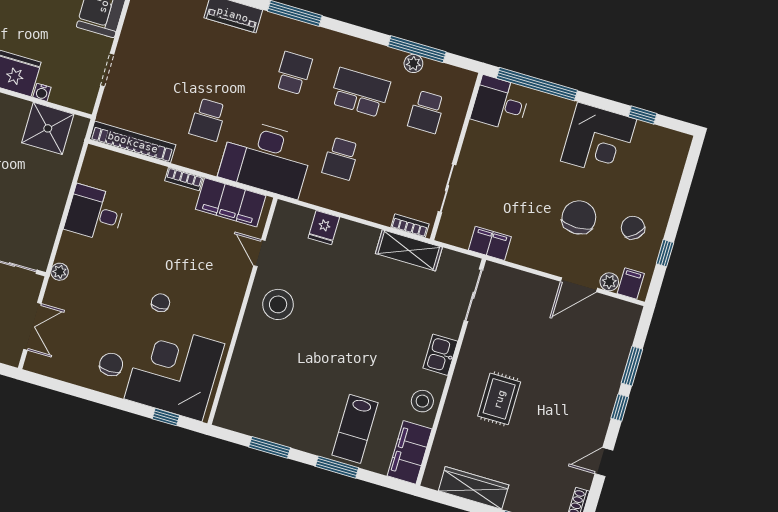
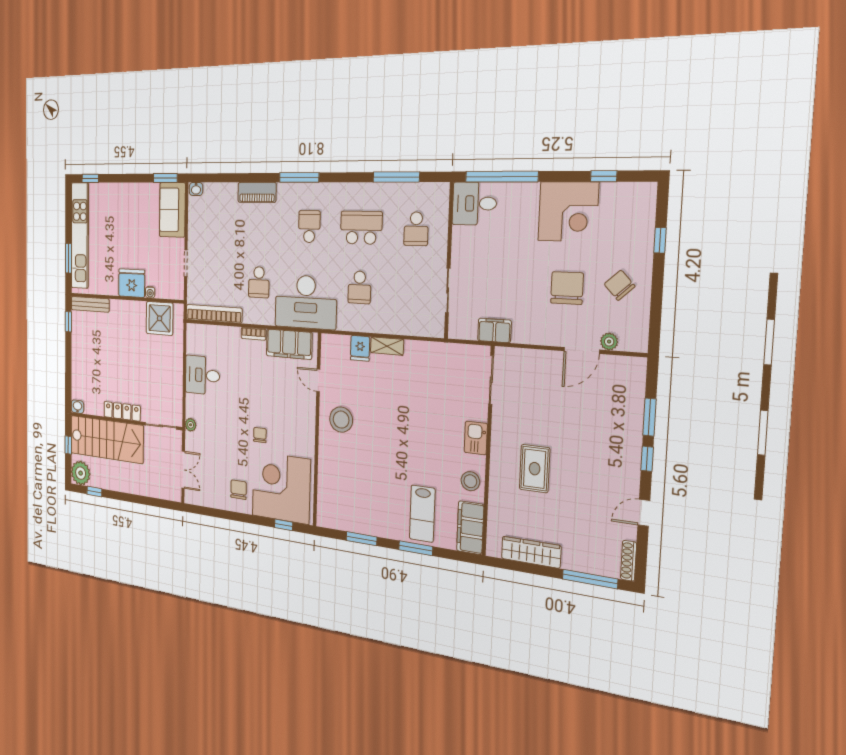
plant: (413, 63) -> (396, 190), removed
bookcase: (410, 226) -> (425, 331), removed
shelving: (409, 250) -> (387, 346), moved, width x0.67, depth x0.75
window: (665, 253) -> (660, 240), moved
filing cabinet: (631, 283) -> (630, 339), removed

